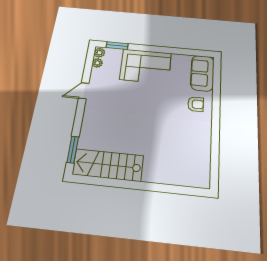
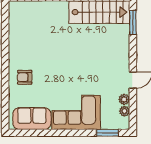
plant: (100, 53) -> (124, 99), moved
sofa: (202, 73) -> (32, 119), moved, turned -90

